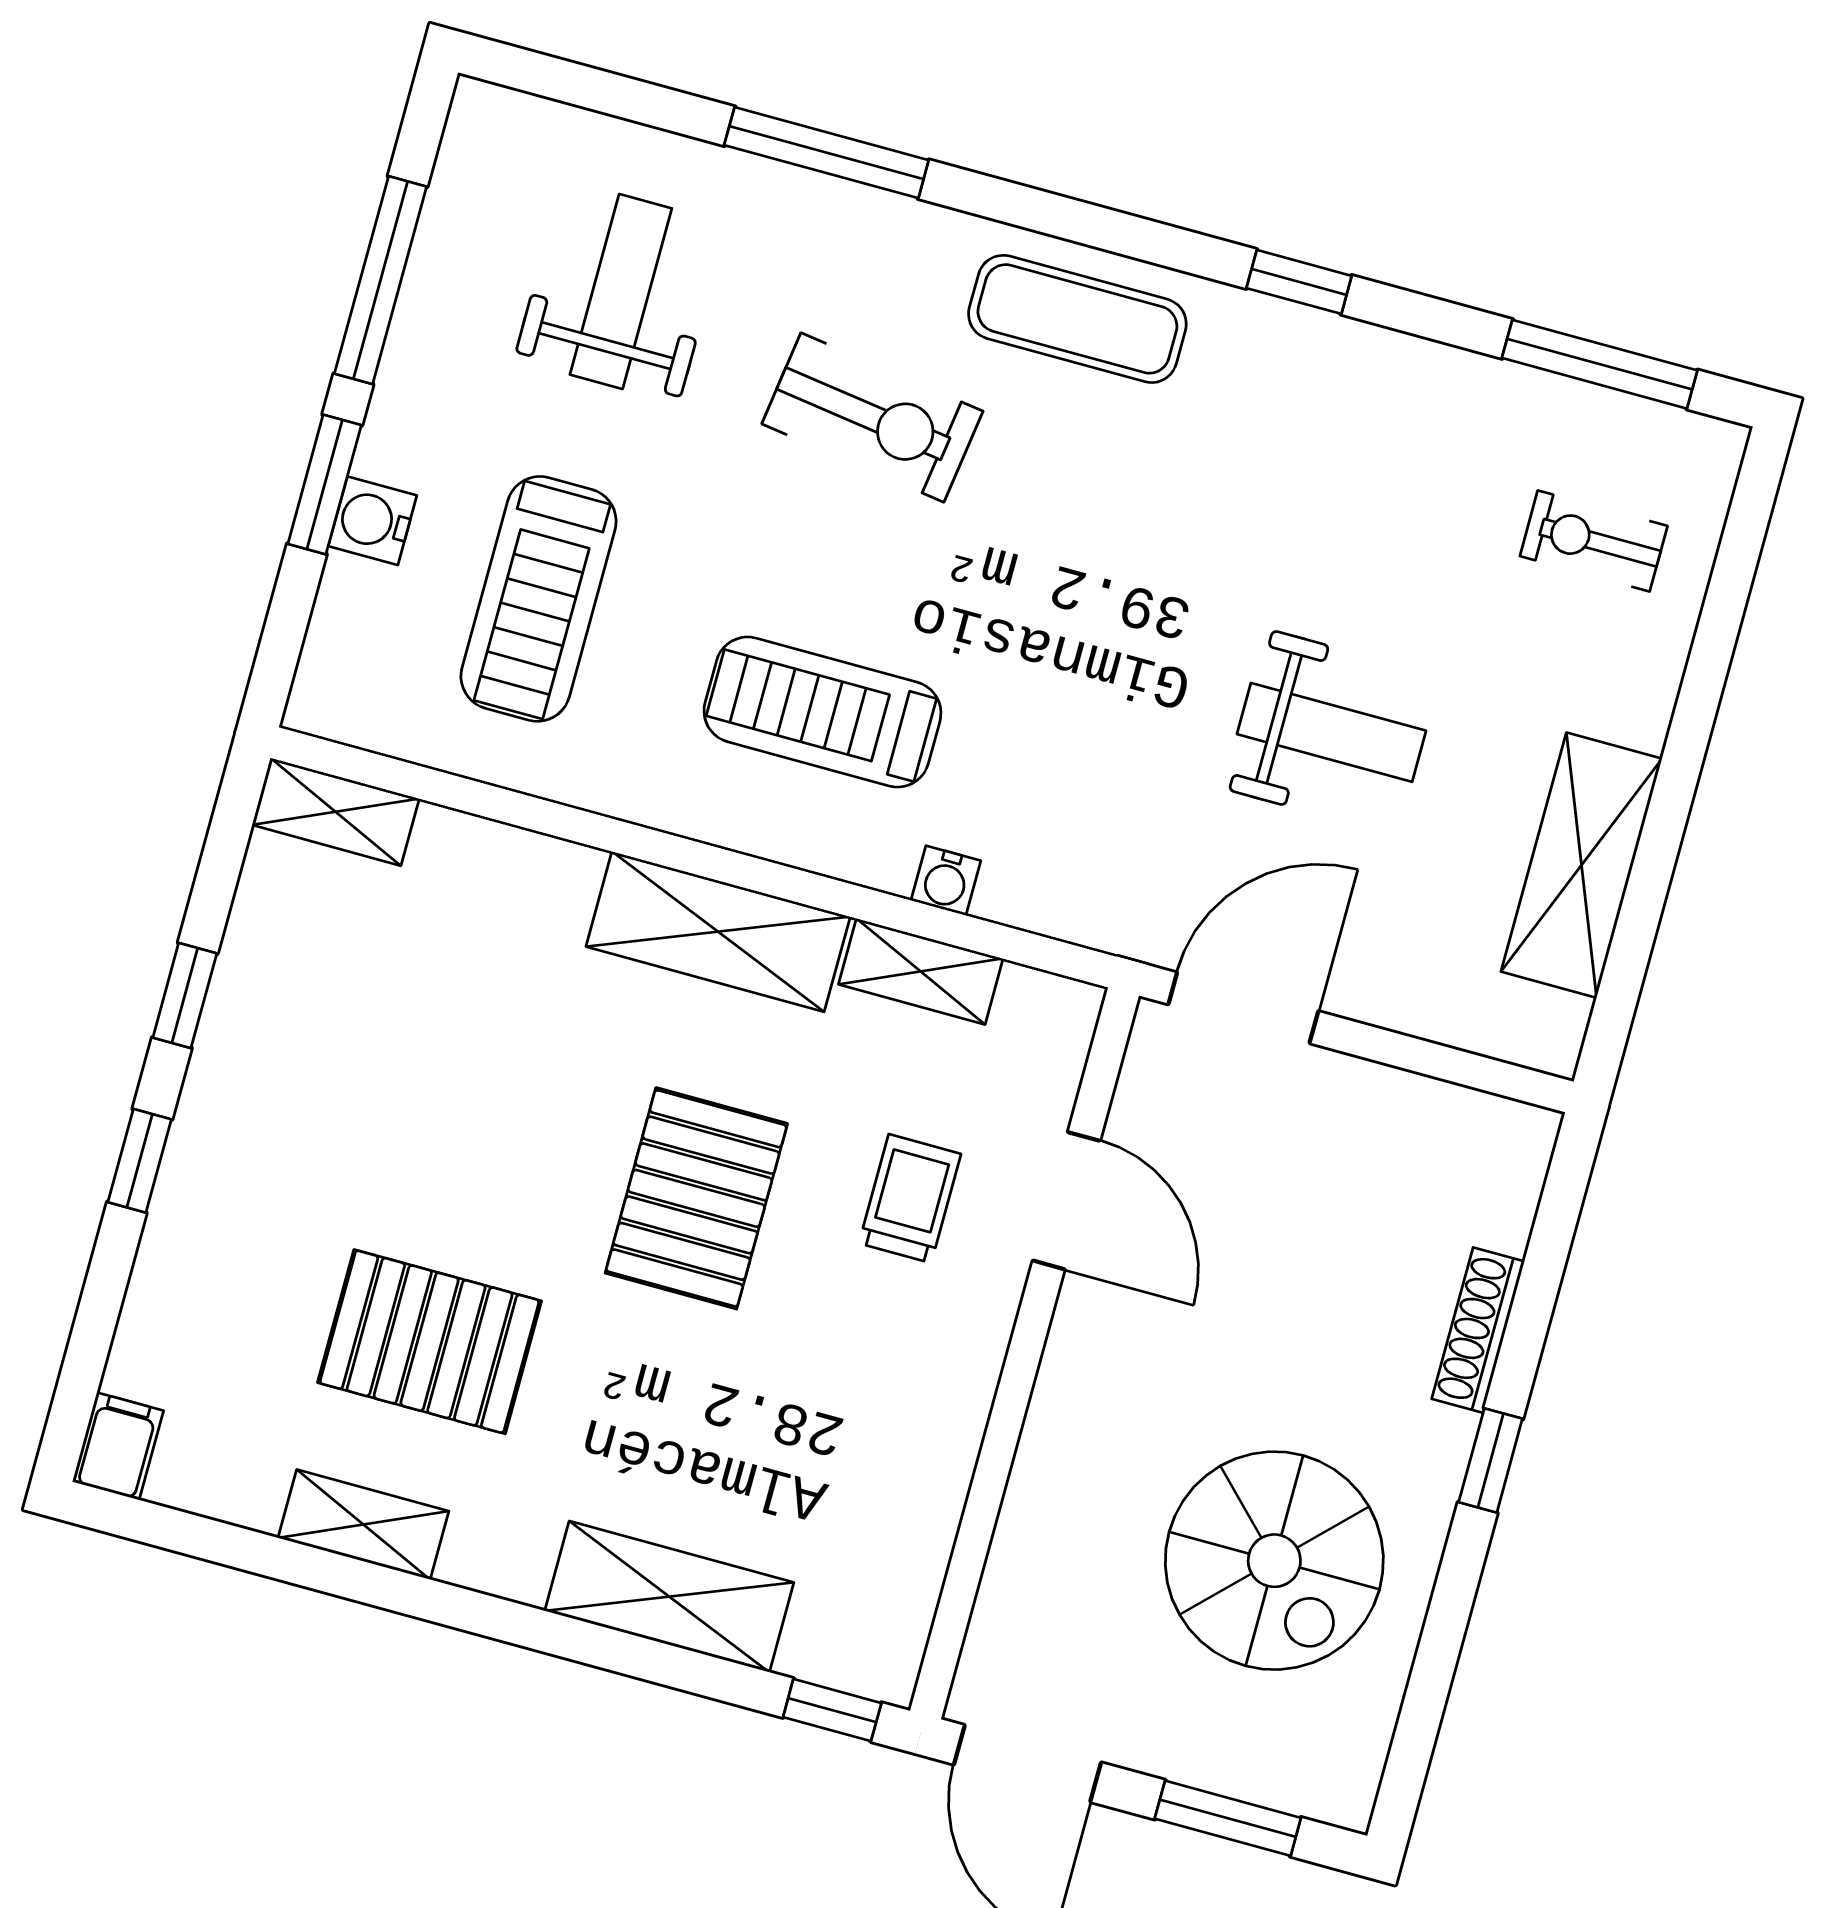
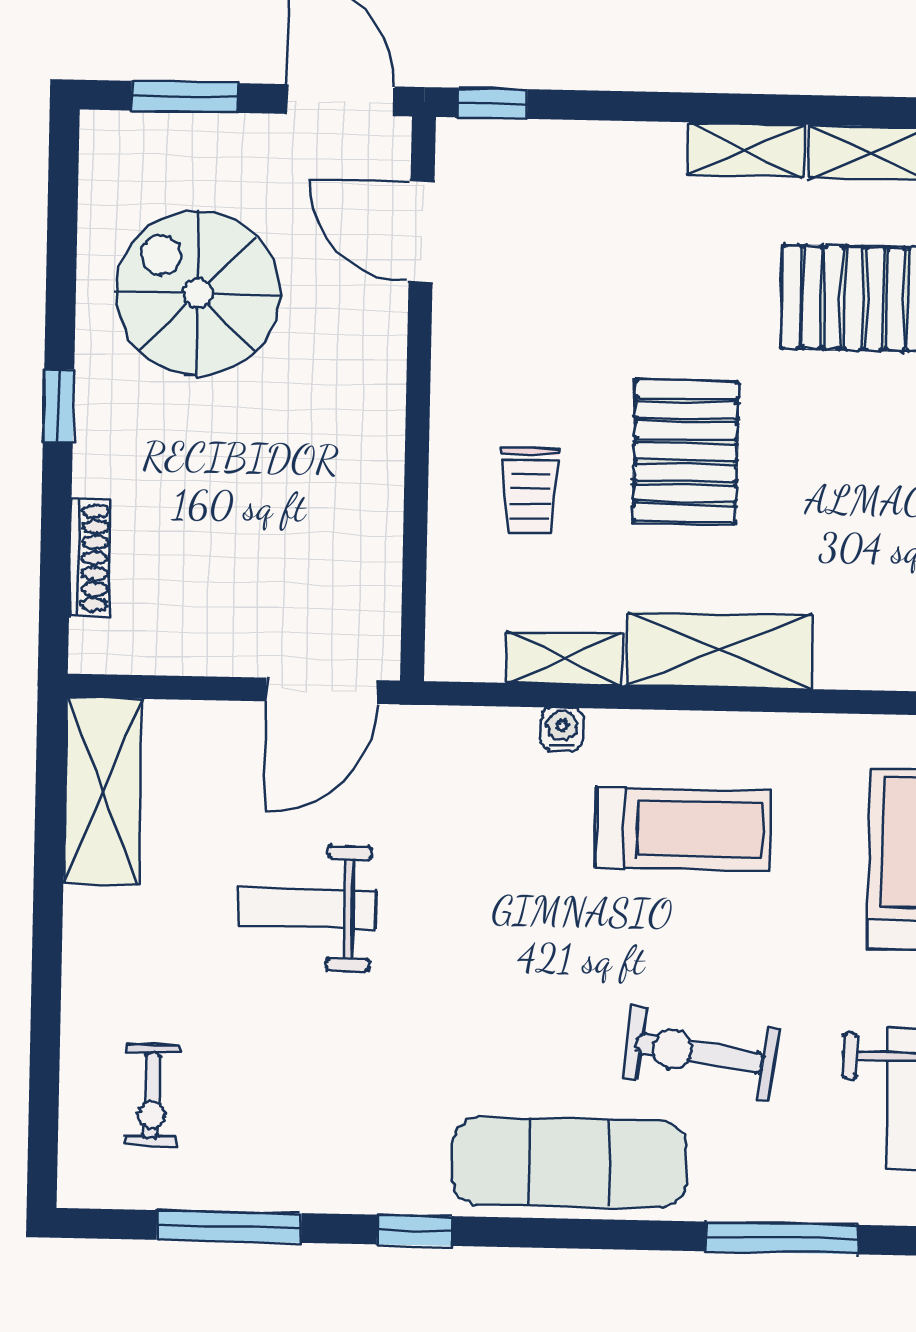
exercise mat: (1077, 319) -> (569, 1163), width x1.36, depth x1.45
window: (1600, 364) -> (229, 1226), moved
exercise bike: (1594, 541) -> (152, 1095), turned 90
shelving: (1582, 865) -> (103, 791), moved
door: (1066, 1201) -> (421, 232), moved
shoe rack: (1478, 1330) -> (90, 558), moved
shelving: (669, 1597) -> (746, 150), moved, width x0.67, depth x0.75

